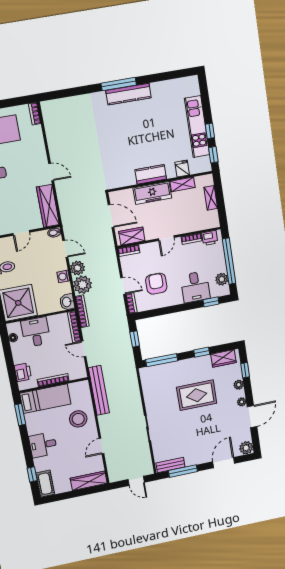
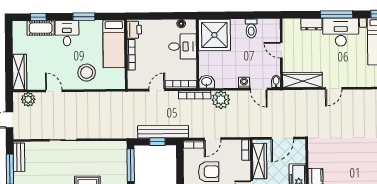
wardrobe: (132, 236) -> (260, 161), width x1.50
door: (65, 249) -> (259, 89), hinge flipped
plant: (77, 268) -> (28, 99), moved
washing machine: (63, 276) -> (244, 83), moved
printer: (23, 372) -> (134, 30), moved, turned -90
bench: (99, 390) -> (163, 132), moved
window: (20, 415) -> (84, 17), moved
cot: (45, 484) -> (41, 28), moved

